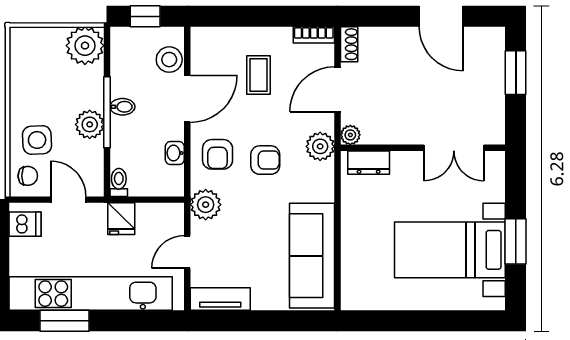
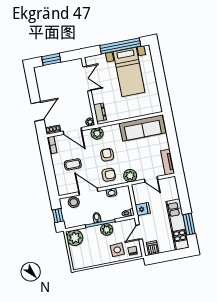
door: (441, 16) -> (38, 111), moved
window: (516, 241) -> (120, 46), width x2.11
kitchen unit: (91, 294) -> (178, 224), width x0.73

